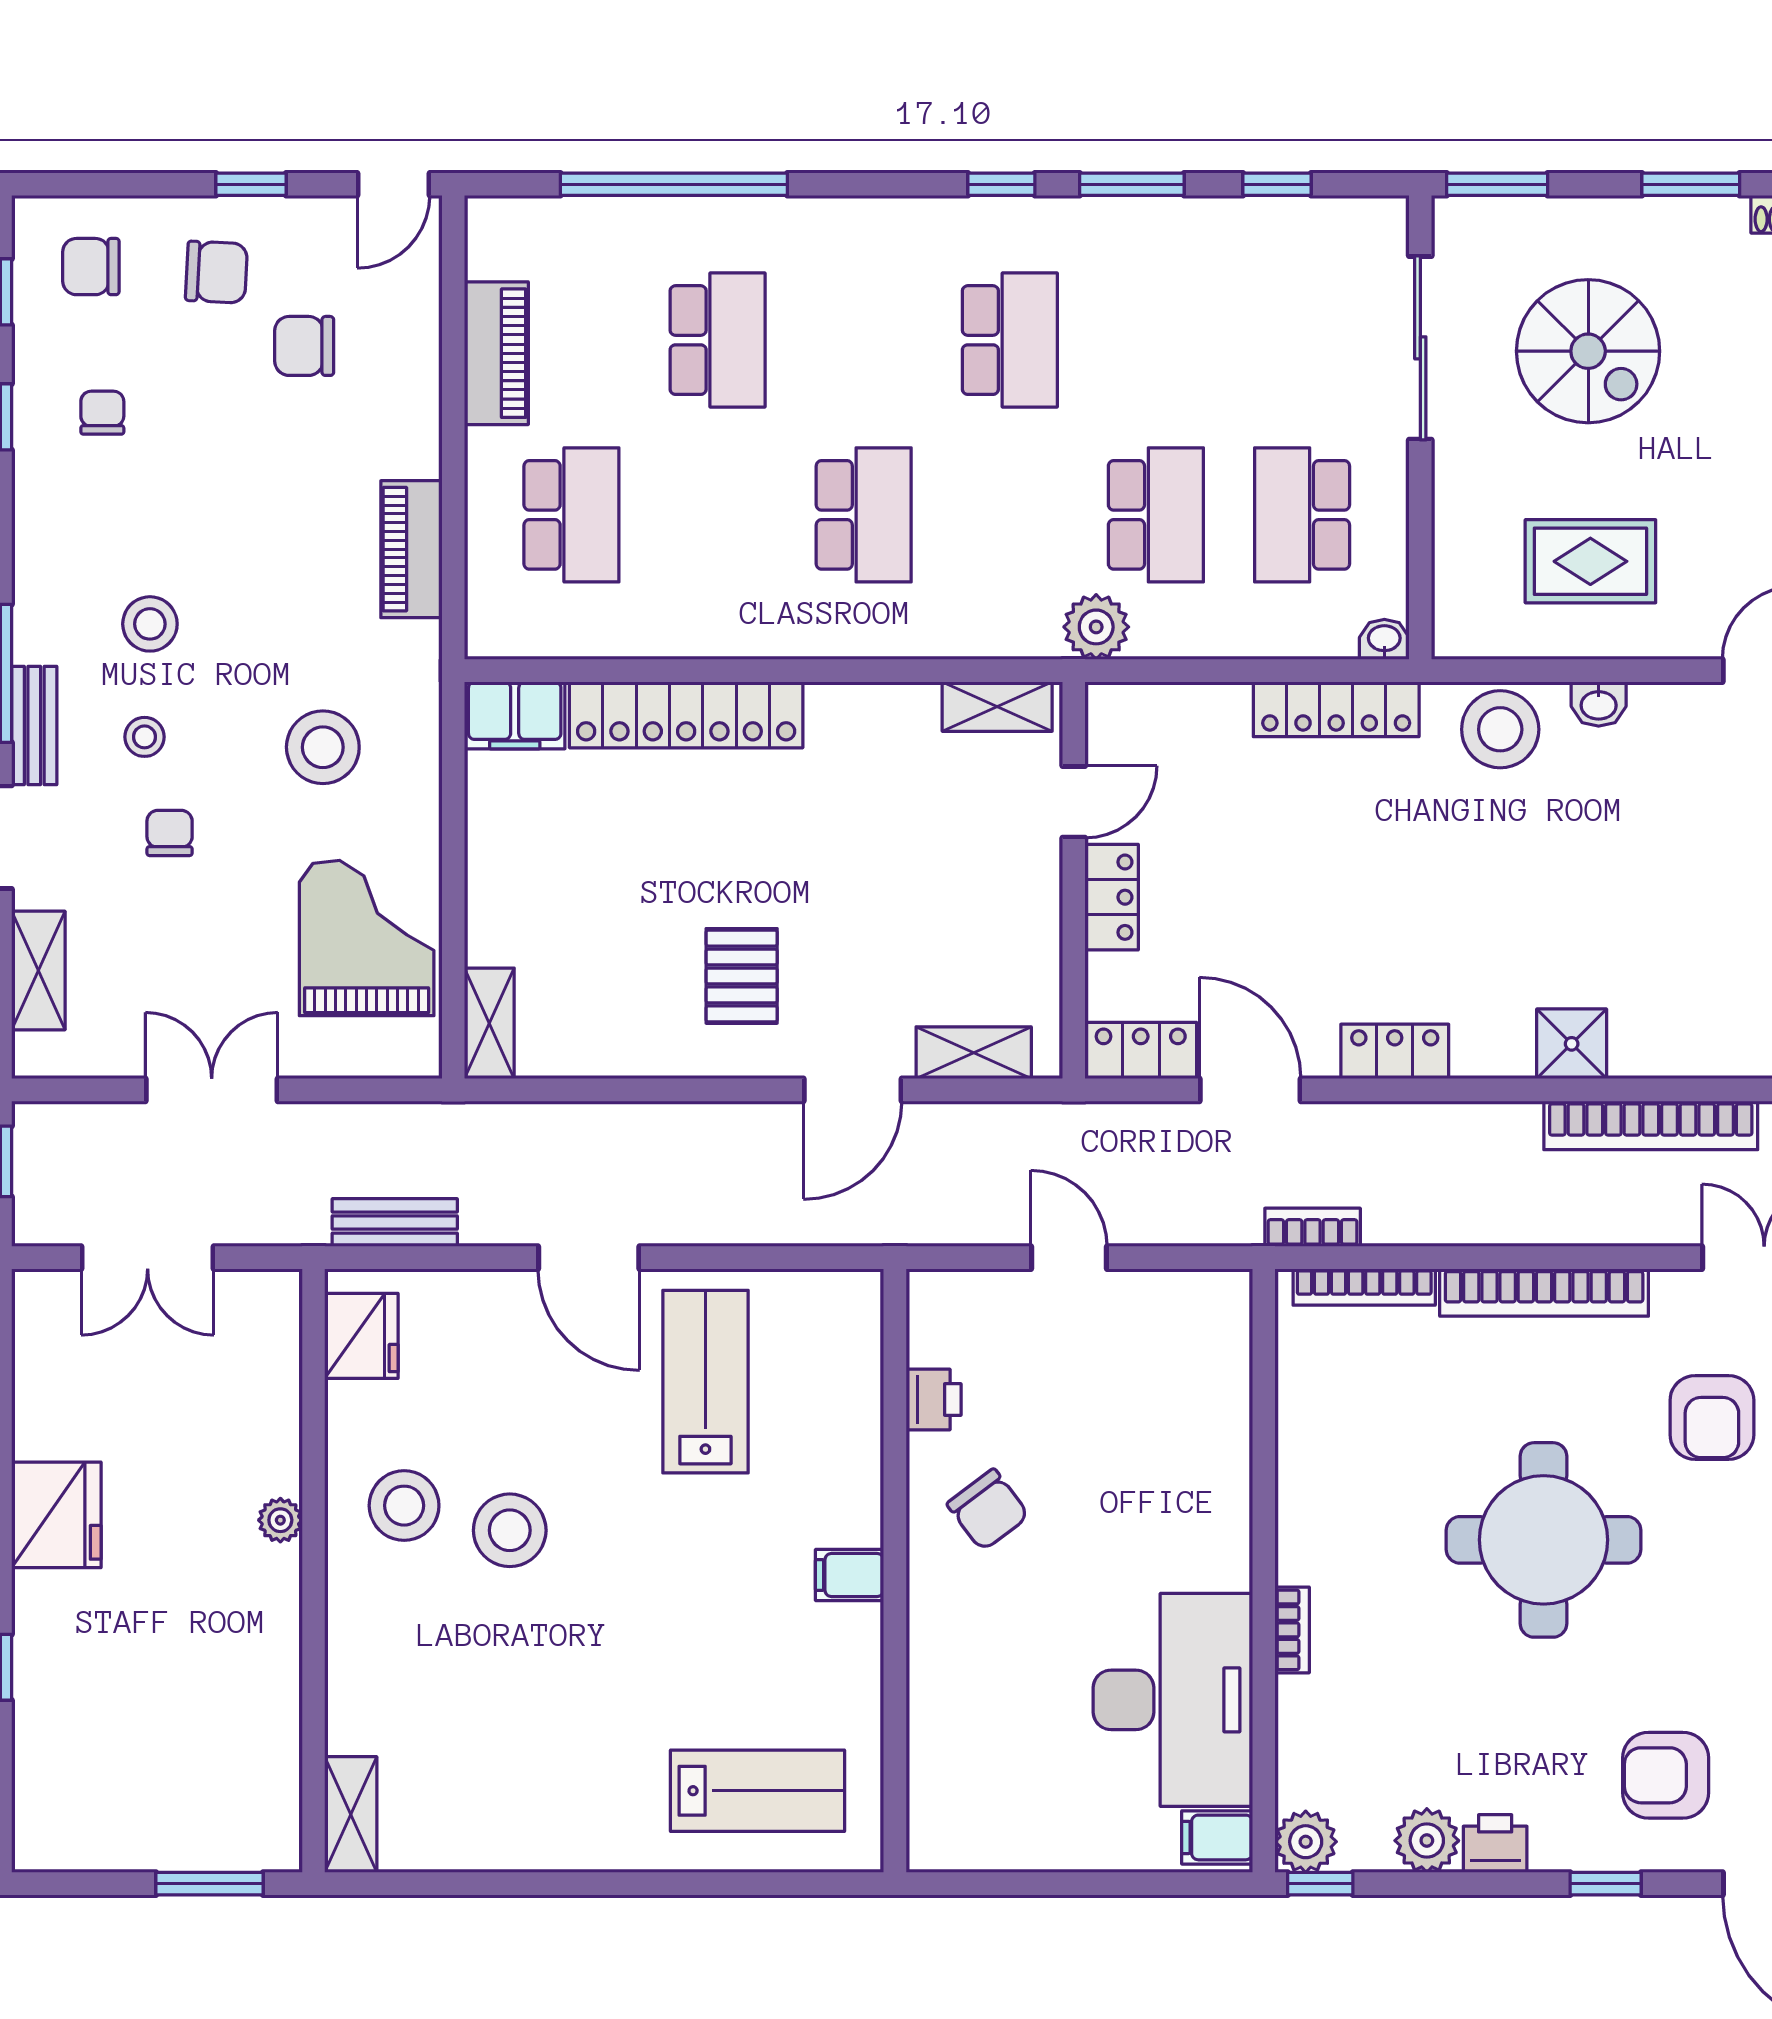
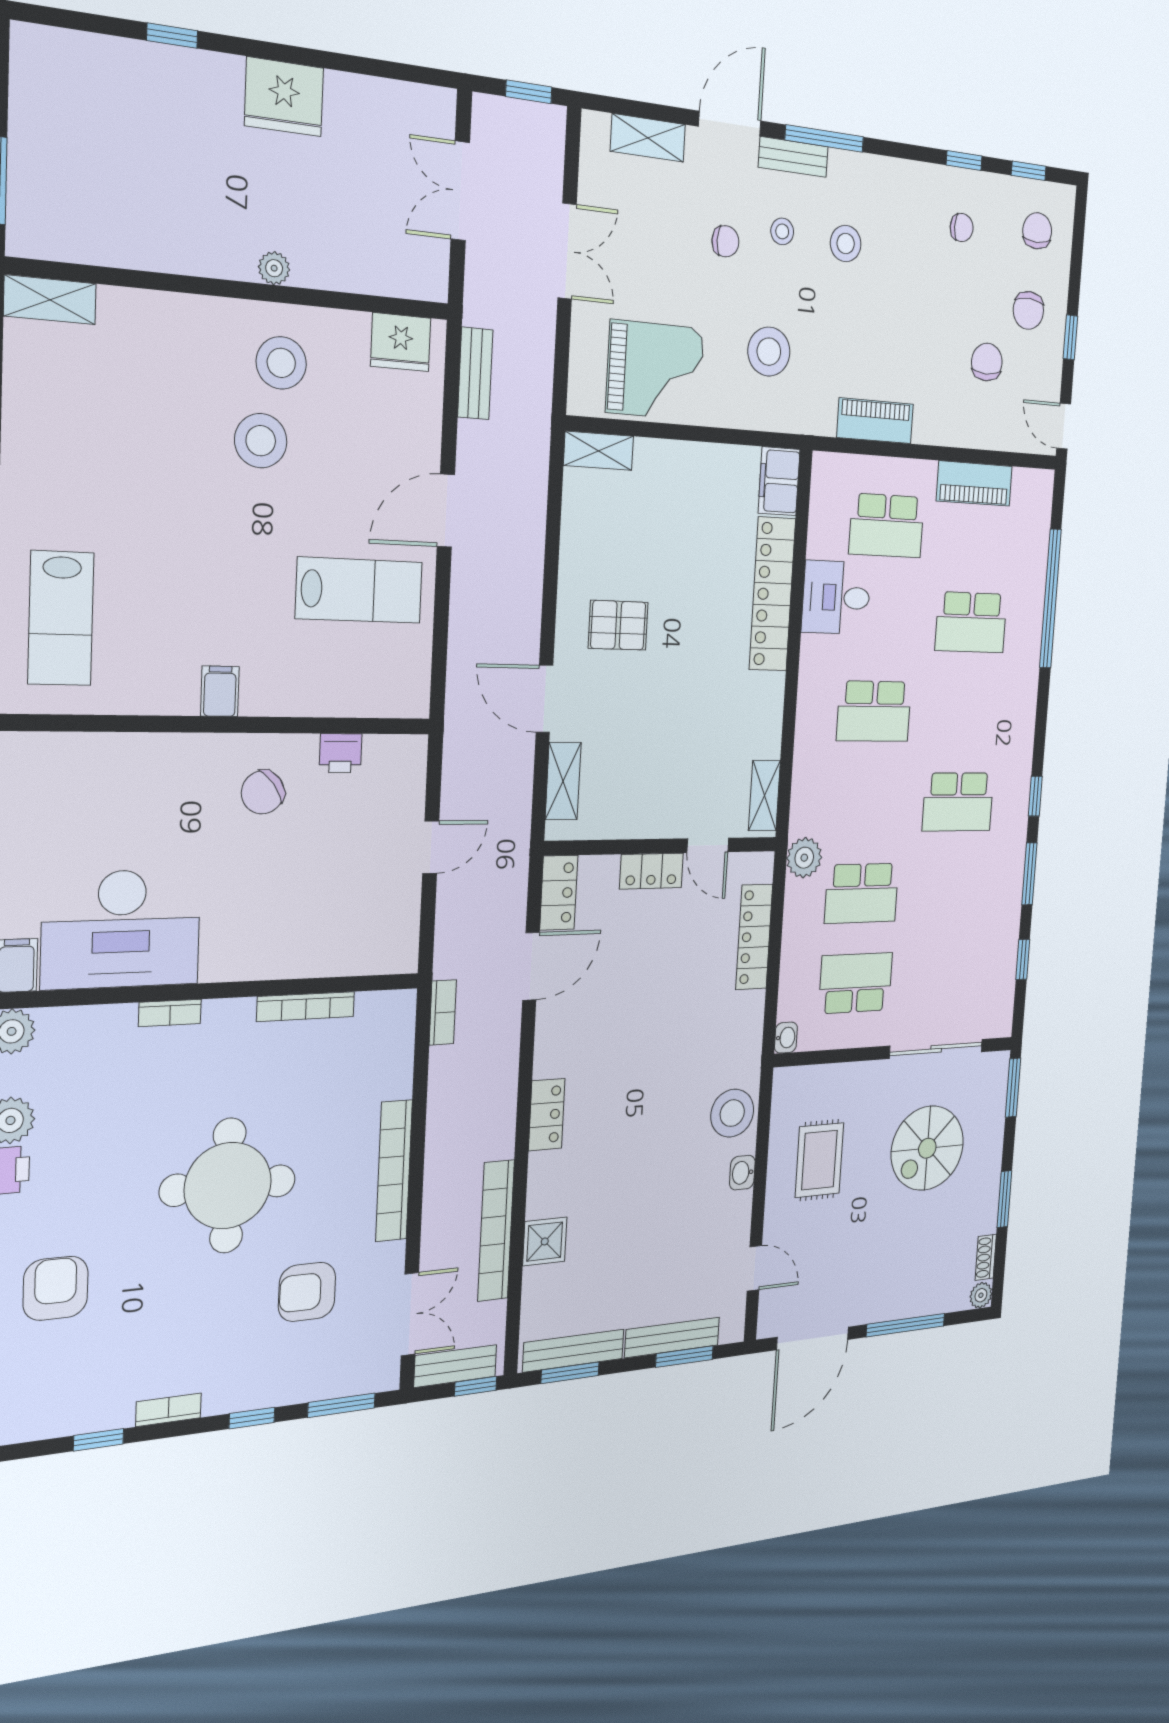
desk: (687, 599) -> (836, 598), added
locker: (1336, 709) -> (754, 937), moved
shower: (1572, 1044) -> (545, 1241), moved
locker: (1395, 1051) -> (547, 1115), moved
bookcase: (1364, 1287) -> (306, 1007), moved, turned -90

